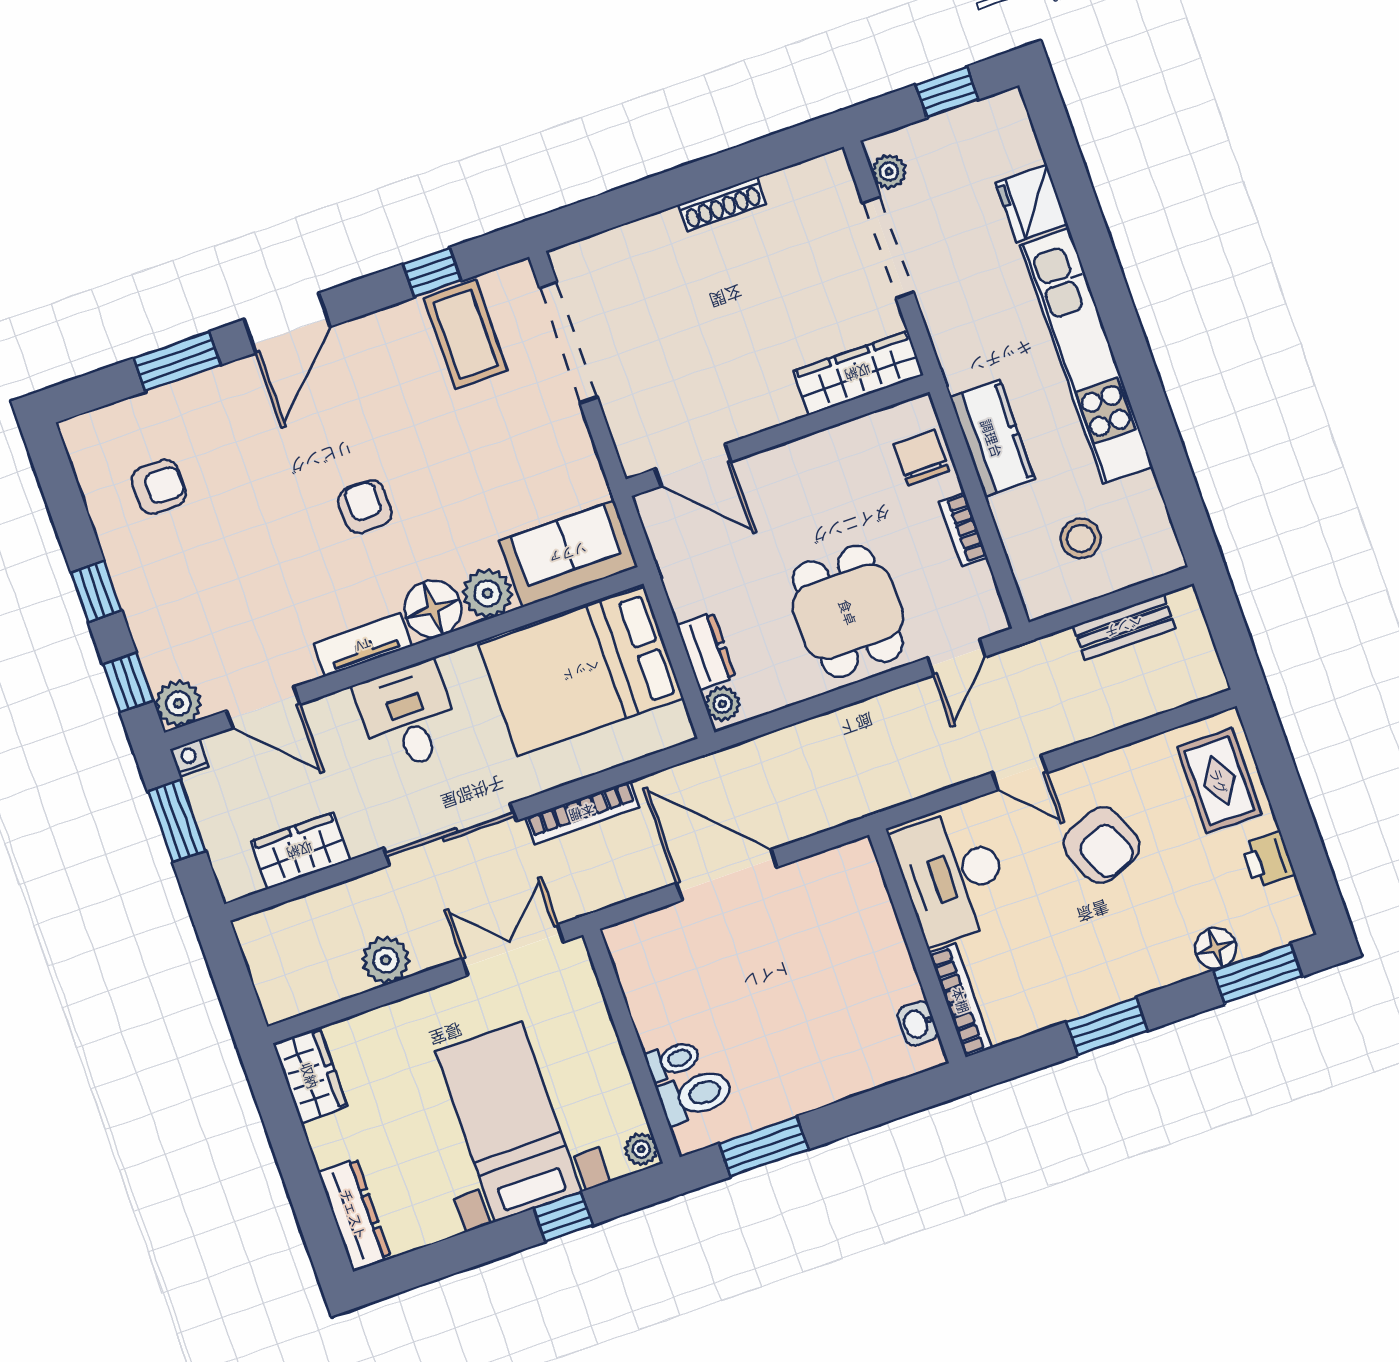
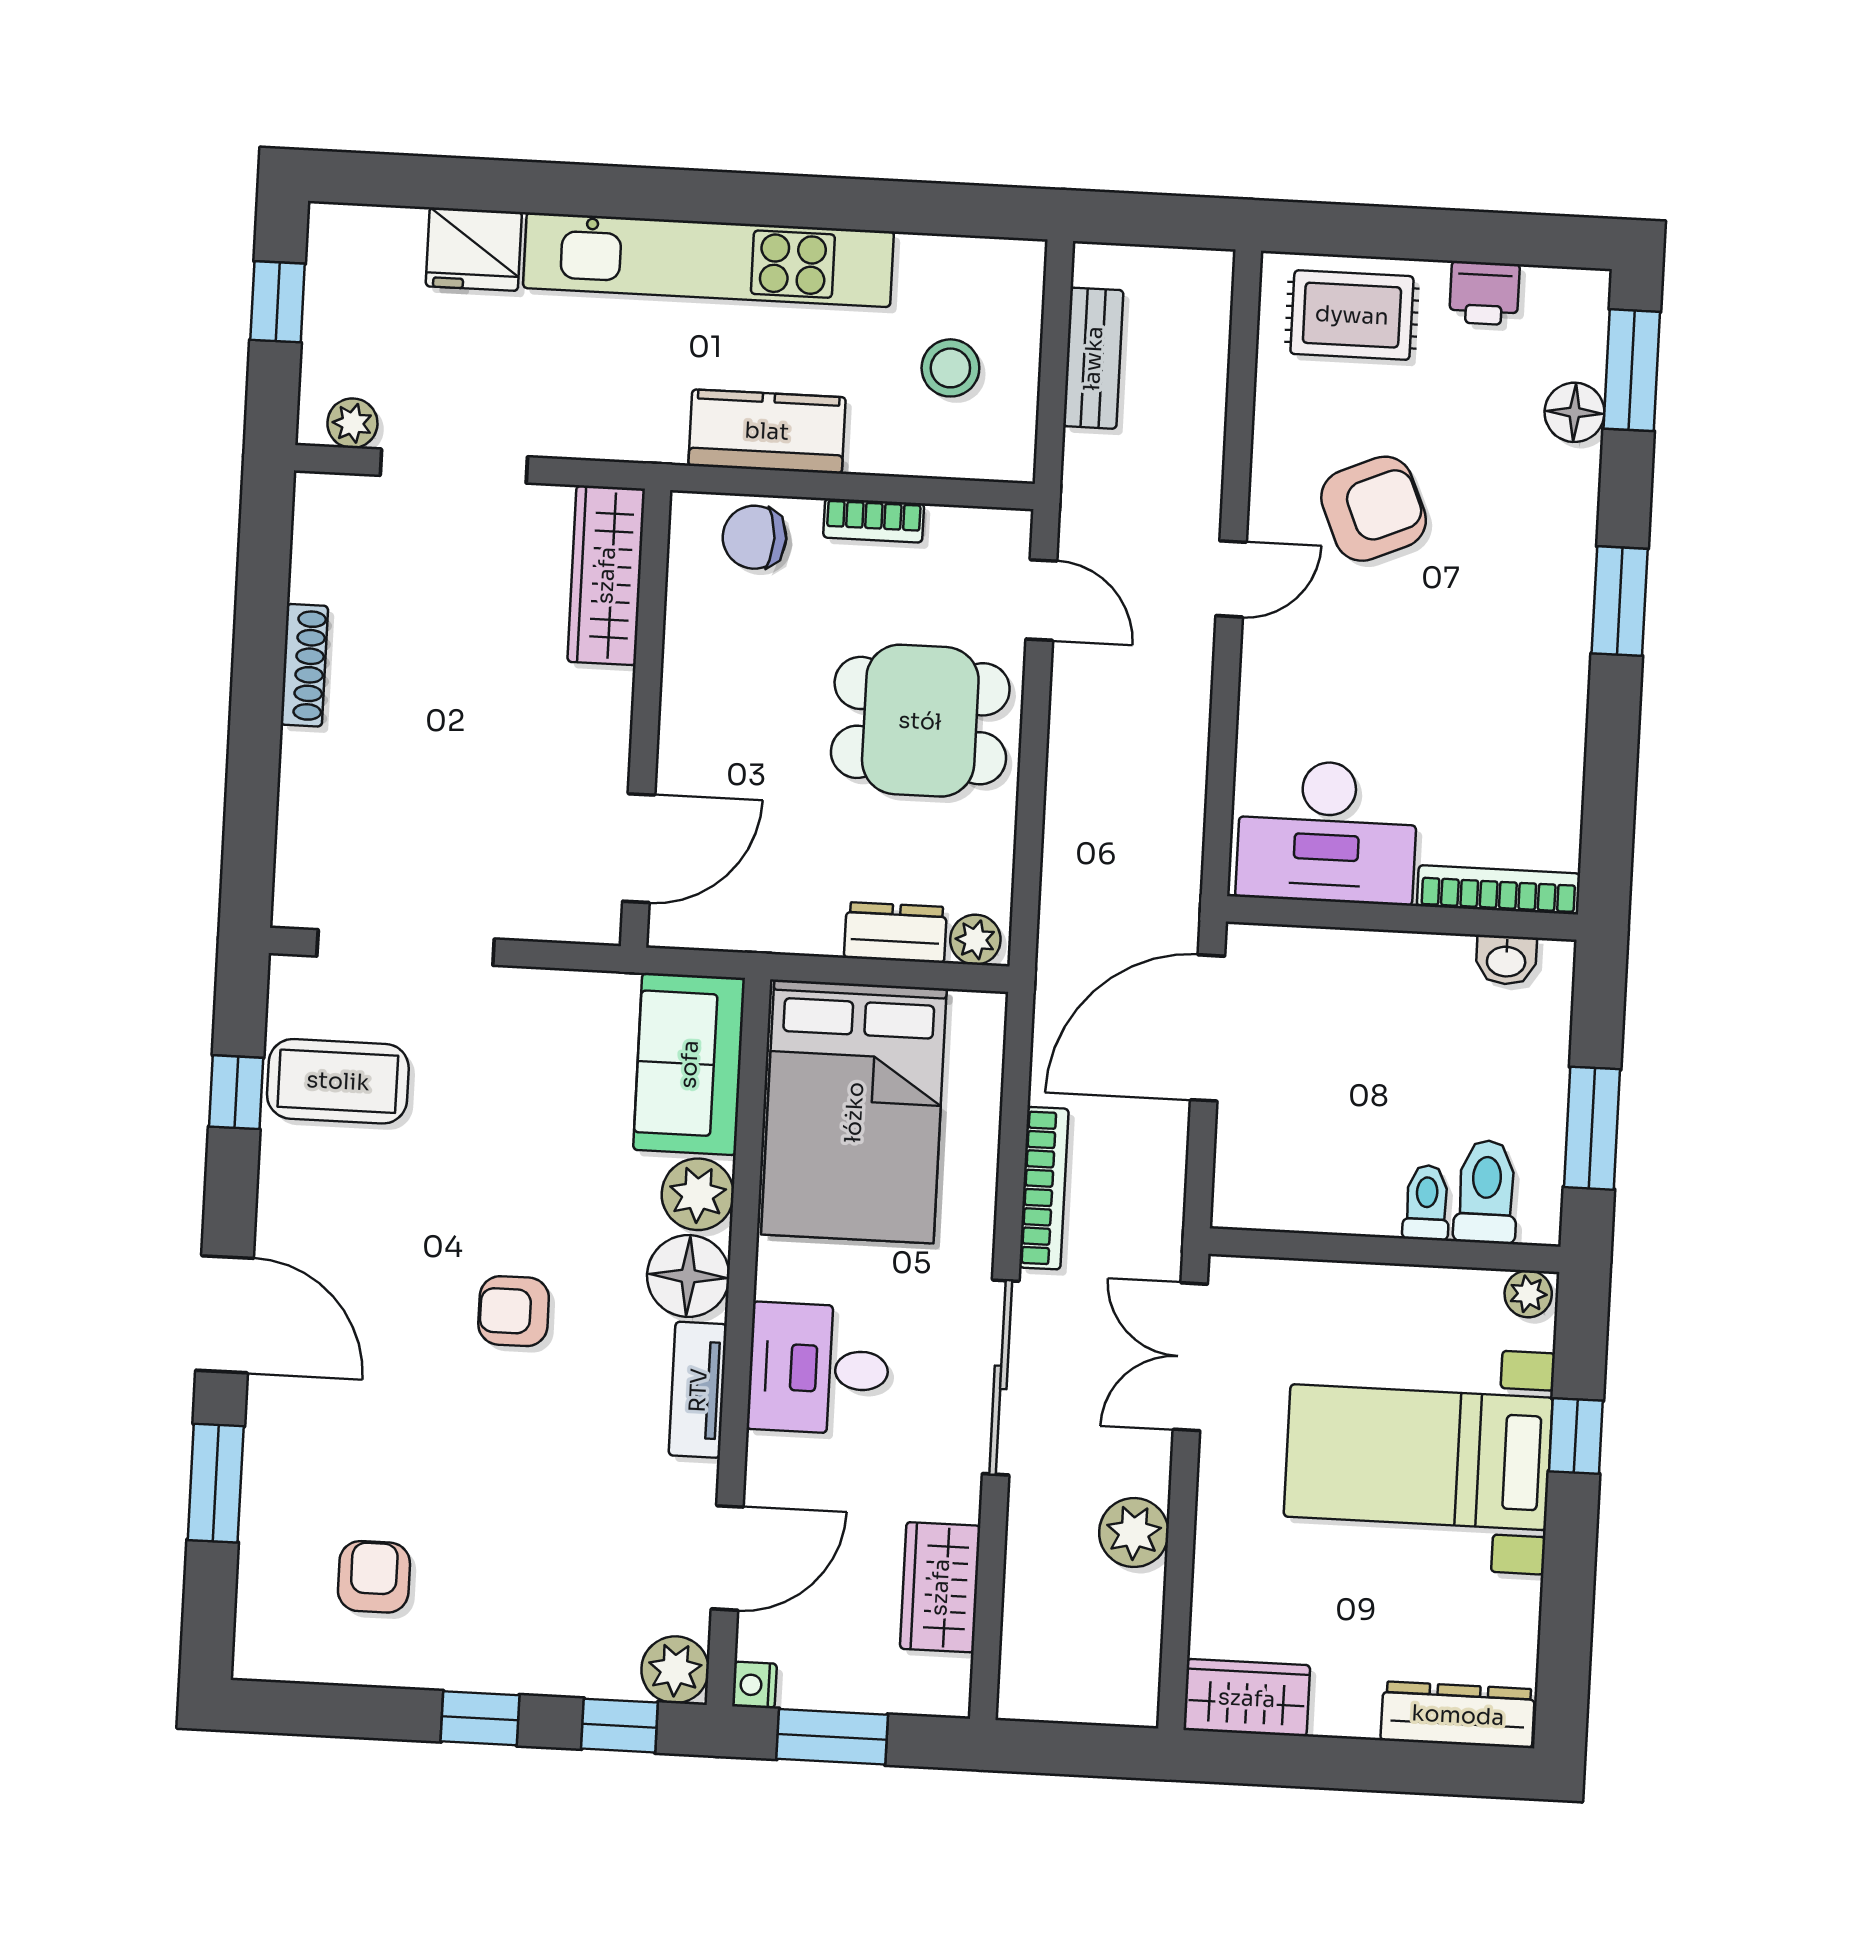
desk: (953, 876) -> (1327, 832), moved
wall: (917, 946) -> (1402, 918), moved
bookcase: (961, 1000) -> (1498, 890), moved
washbasin: (918, 1023) -> (1506, 960), moved

